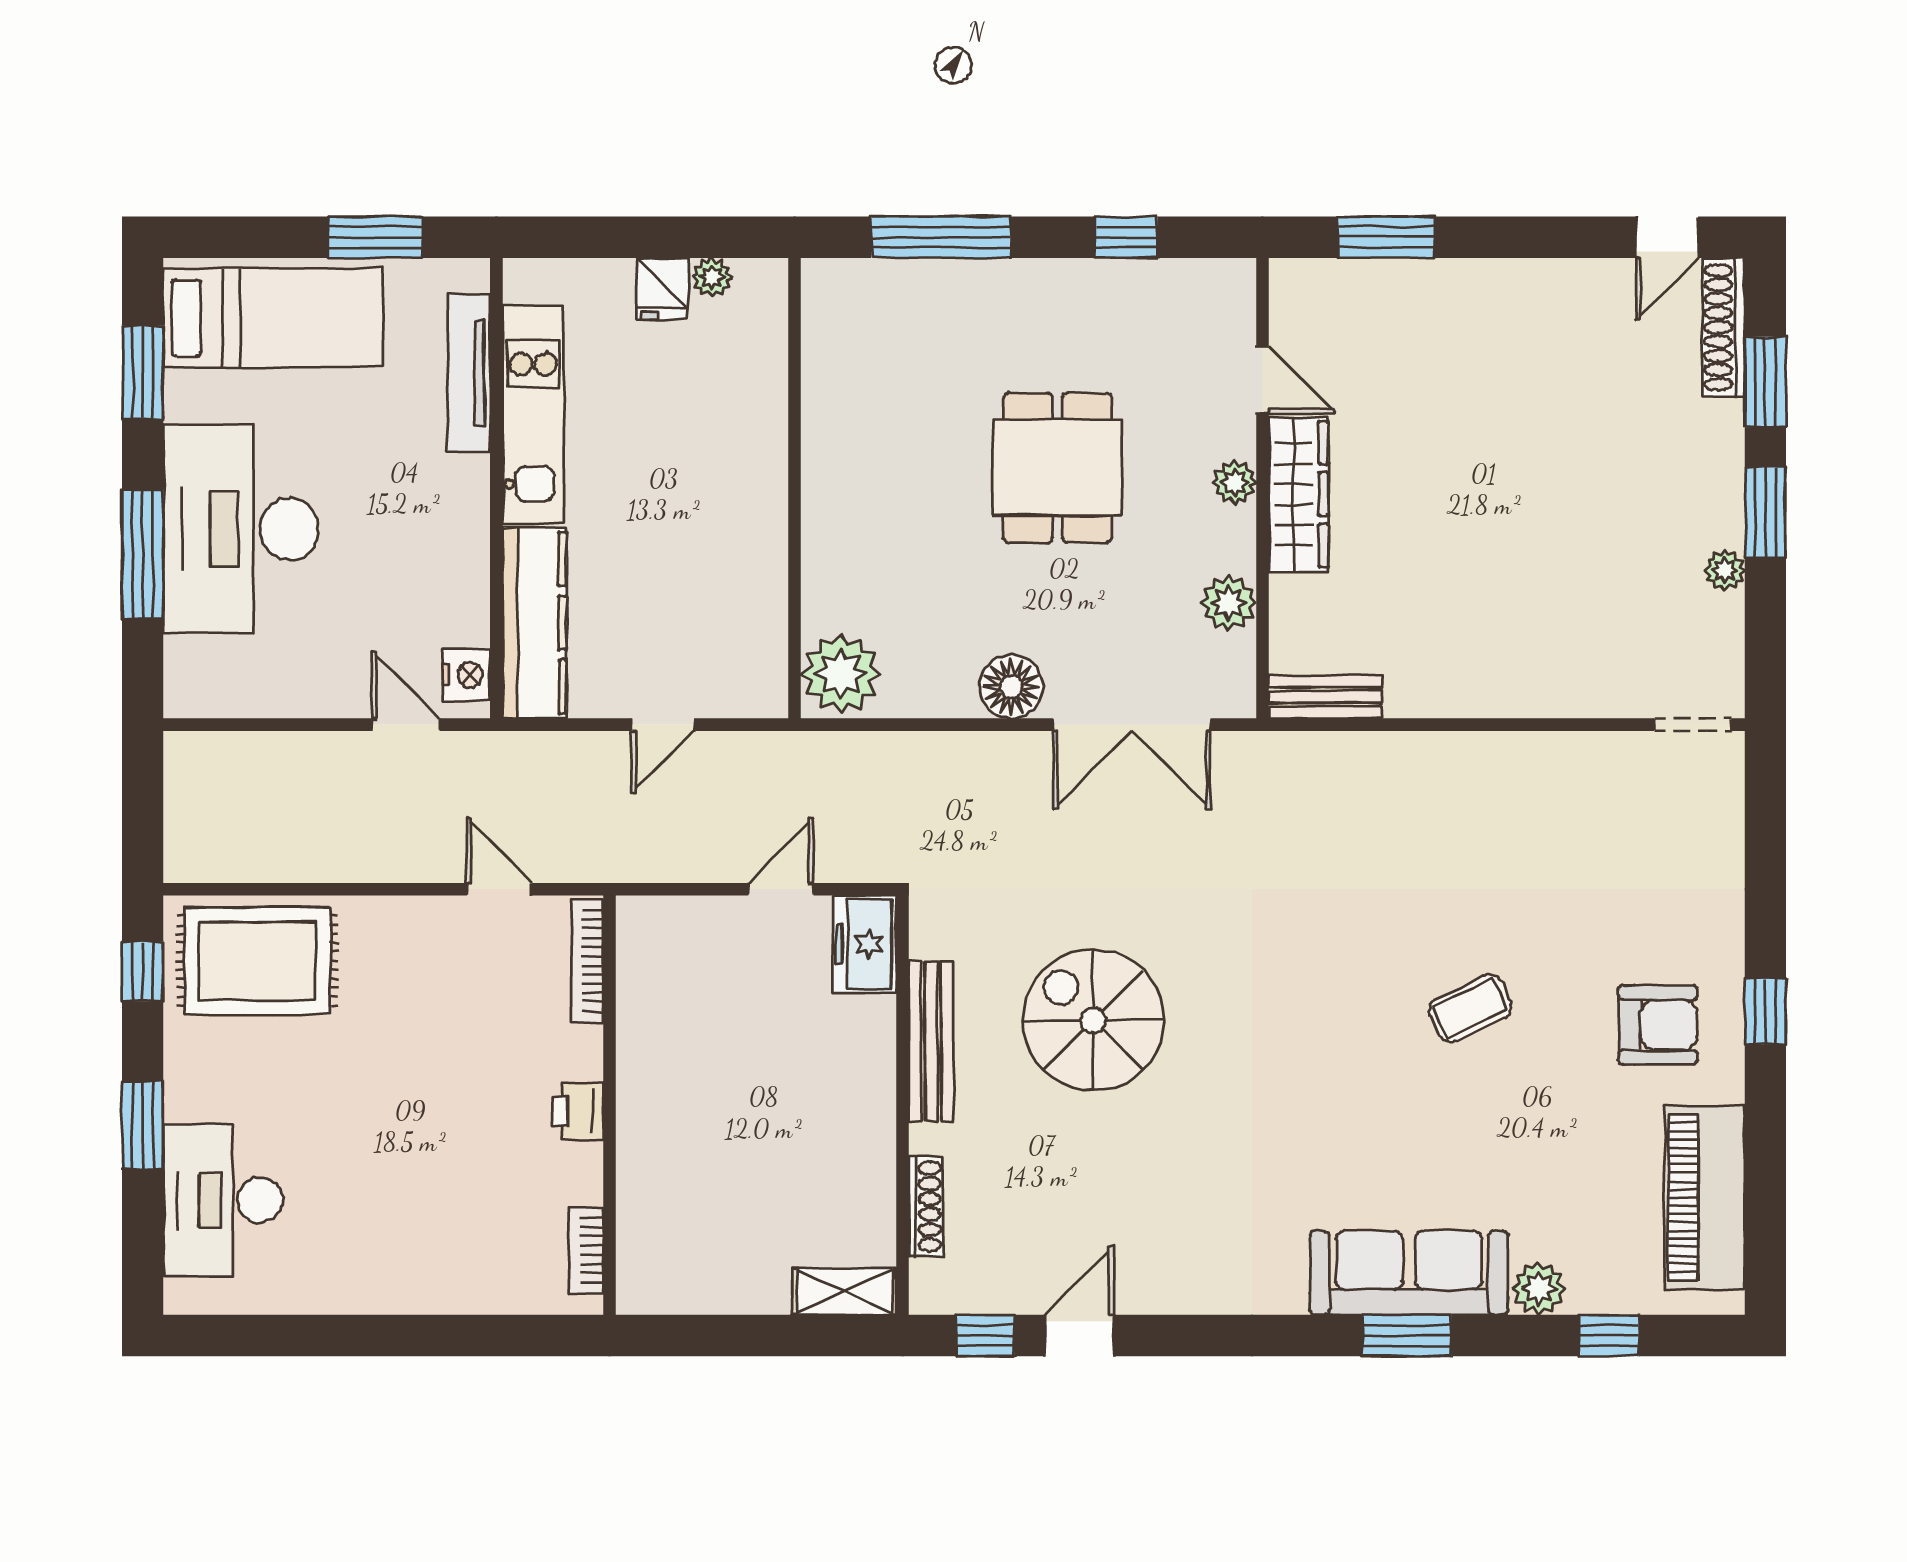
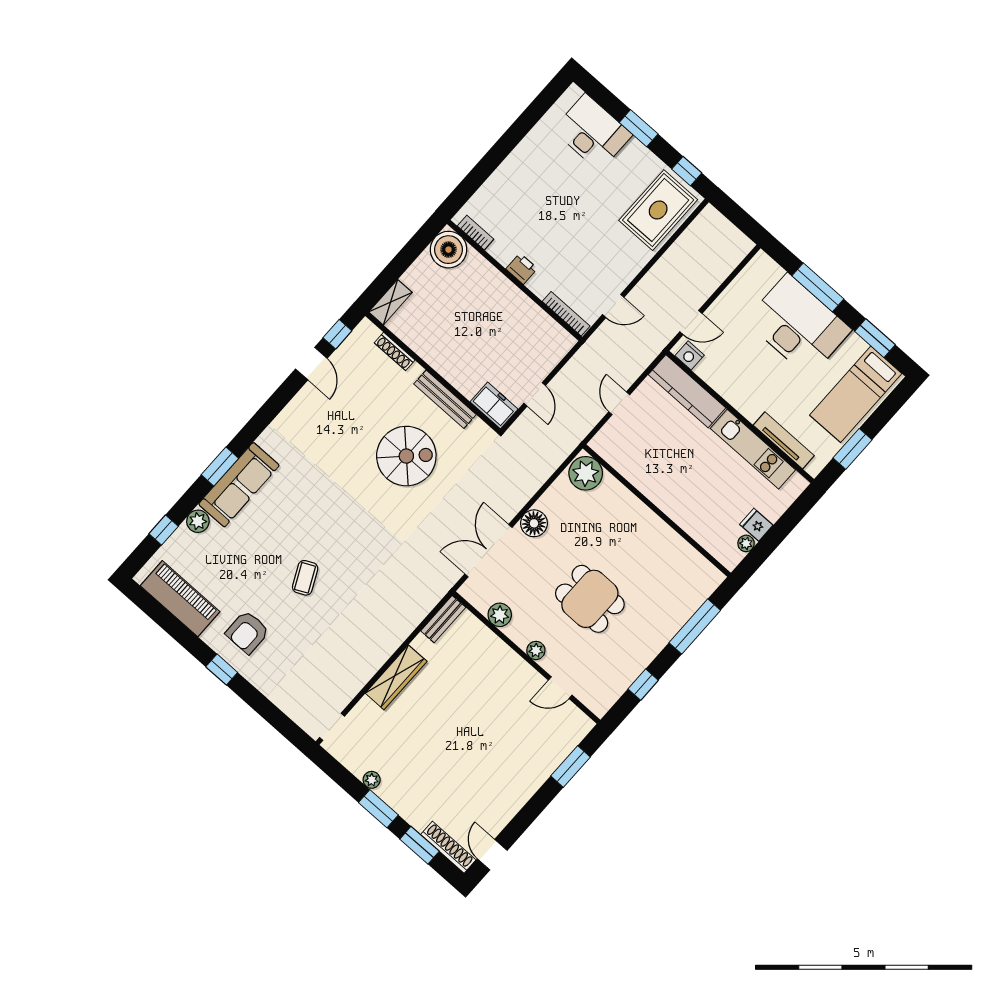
wardrobe: (1298, 494) -> (396, 677), moved, turned -90
boiler: (659, 1271) -> (449, 250), added

